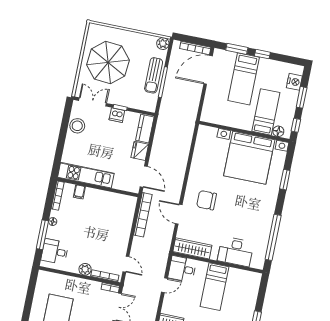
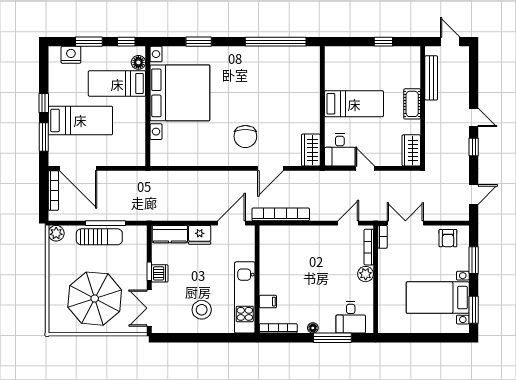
stool: (77, 126) -> (202, 310), moved
wardrobe: (192, 248) -> (311, 150), width x0.67
desk: (236, 252) -> (304, 86), removed

